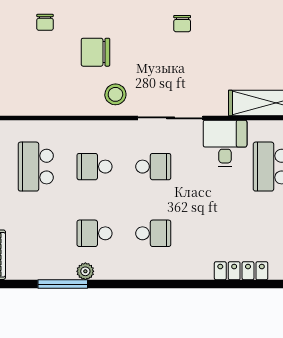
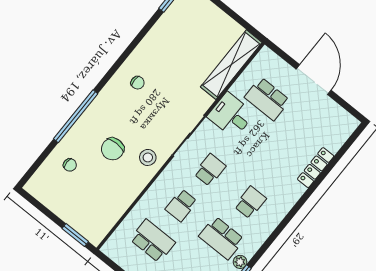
school desk: (36, 167) -> (153, 241), turned 180
school desk: (95, 233) -> (222, 238), width x1.85

